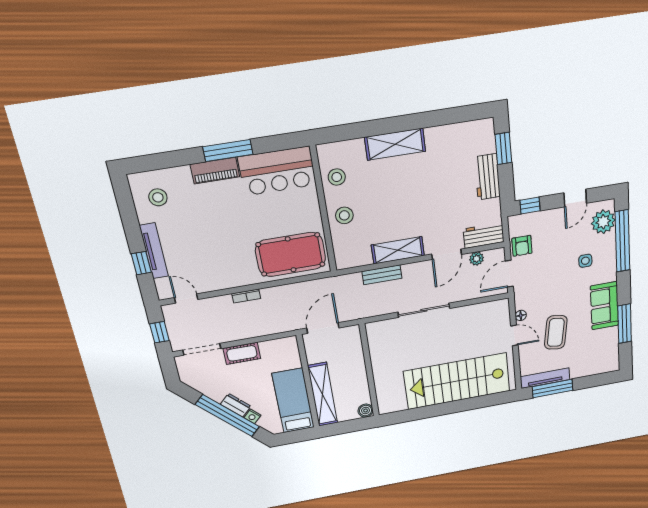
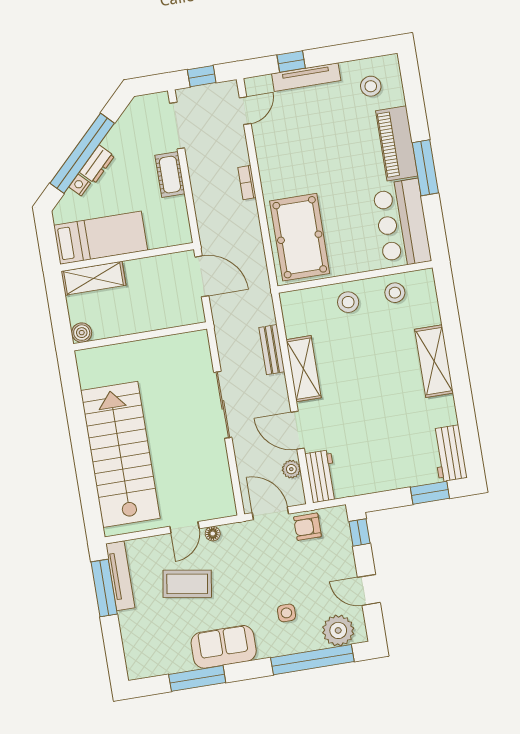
piano: (215, 171) -> (397, 143), width x1.37, depth x1.33
workbench: (487, 177) -> (449, 453), moved, turned -90
shelving: (323, 395) -> (94, 278), width x0.68

